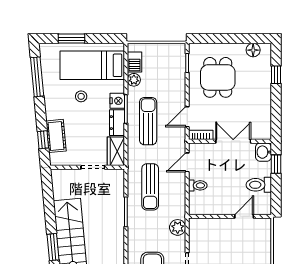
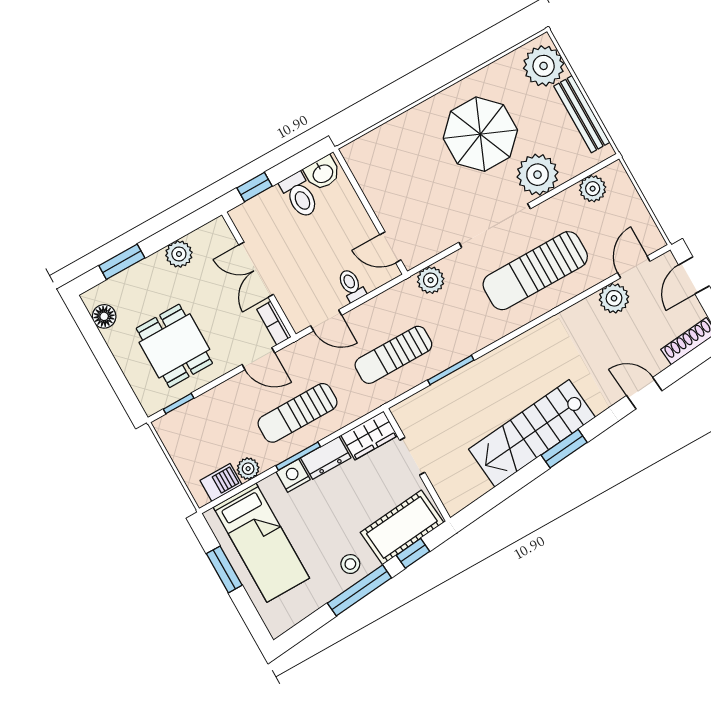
window: (72, 39) -> (224, 569), moved
window: (276, 75) -> (122, 262), width x1.50
window: (37, 77) -> (359, 590), moved
dining table: (218, 77) -> (174, 346), turned 90
stool: (81, 96) -> (350, 564), moved
plant: (263, 106) -> (179, 254), added
cot: (56, 136) -> (402, 527), width x1.37, depth x1.34
washbasin: (263, 152) -> (323, 173), moved
sun lounger: (150, 187) -> (393, 355), turned 180
door: (244, 216) -> (390, 247), moved

